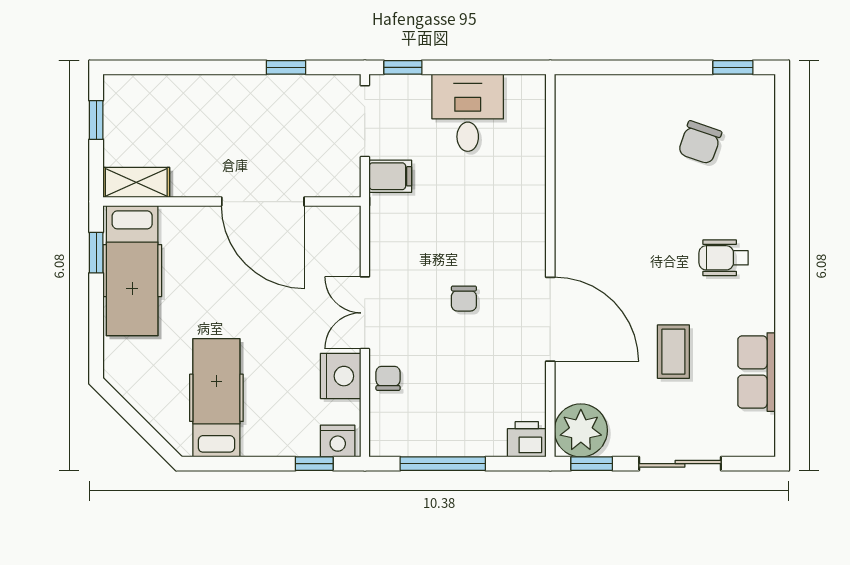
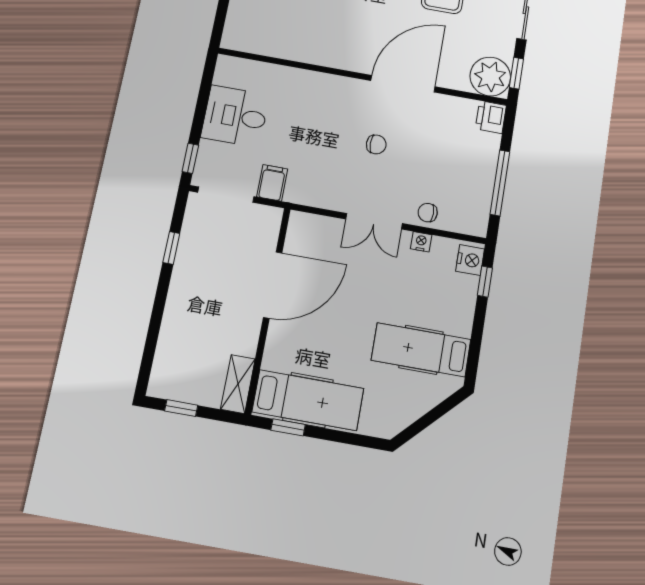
nightstand: (341, 376) -> (421, 242), width x0.53, depth x0.56

